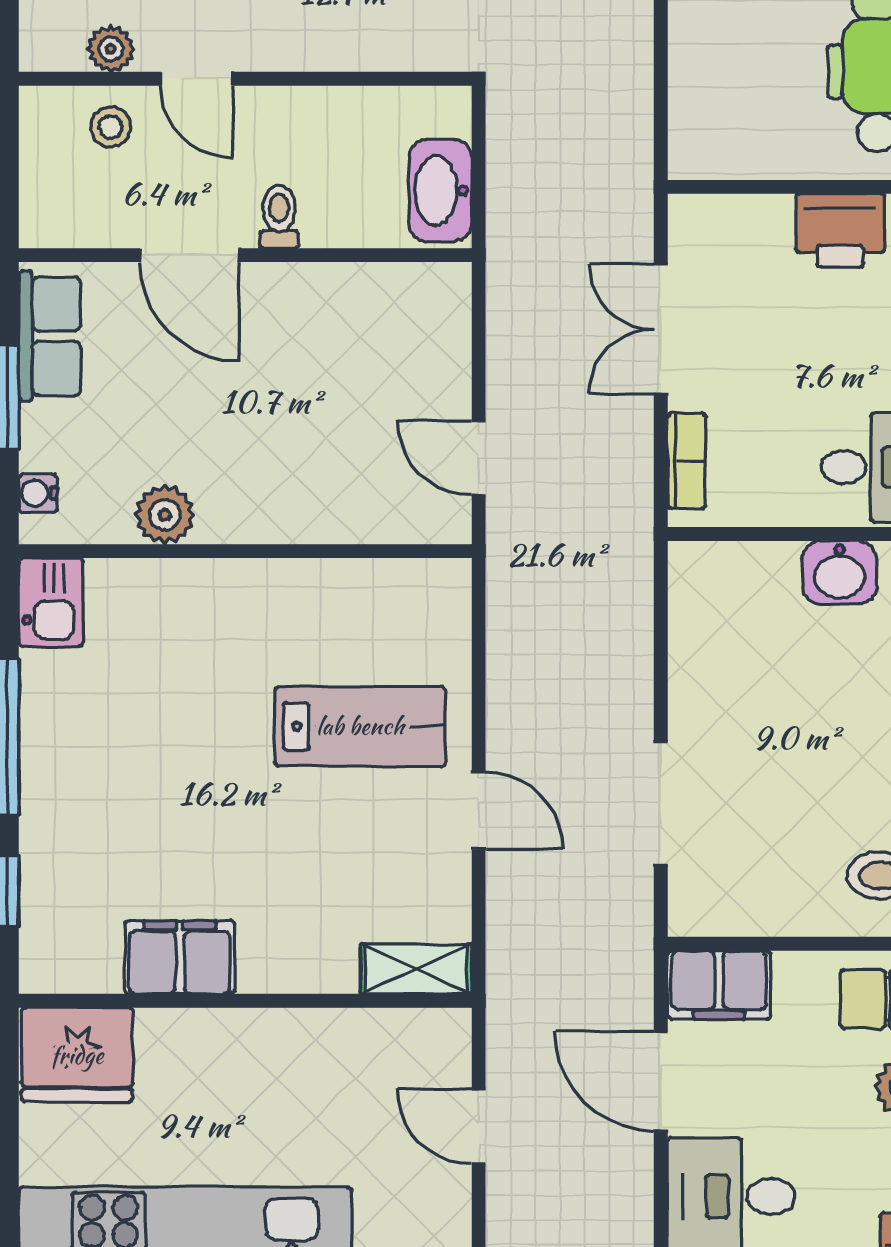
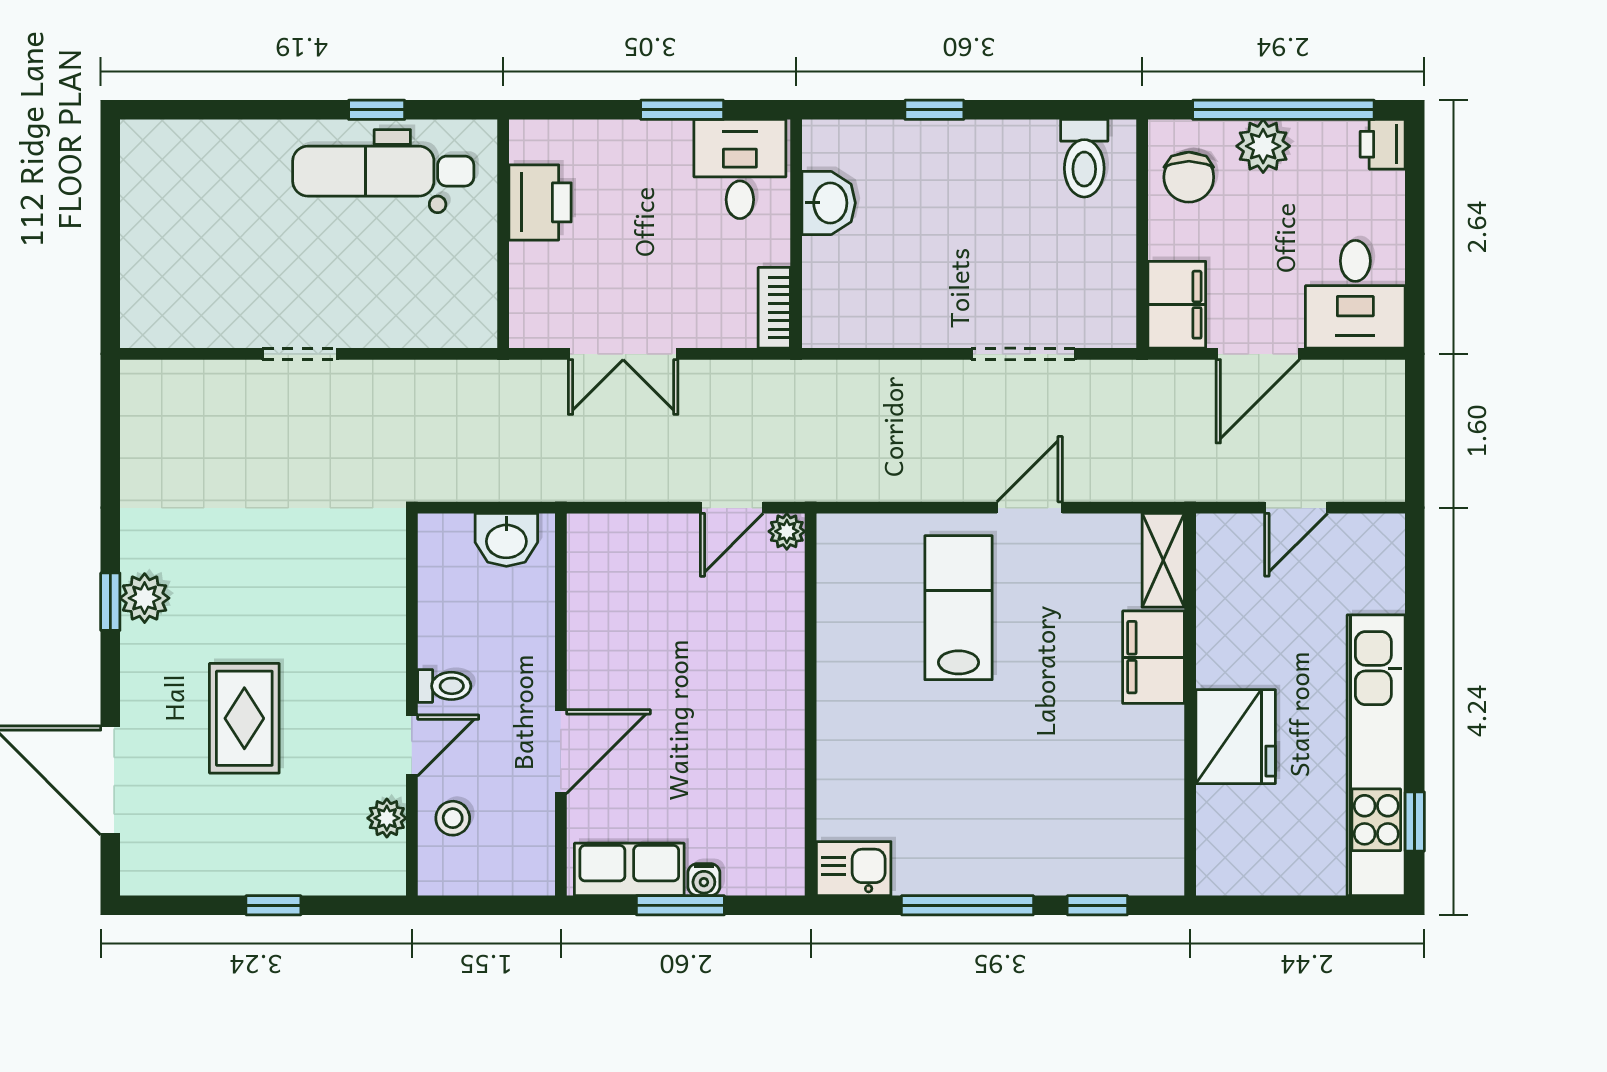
washbasin: (440, 191) -> (506, 540), width x0.72
toilet: (279, 217) -> (444, 686), moved, turned 180
bookcase: (687, 461) -> (774, 308), moved, turned -90
water cooler: (38, 493) -> (704, 880), moved
plant: (165, 515) -> (787, 531), moved, width x0.73, depth x0.73
filing cabinet: (180, 957) -> (1153, 657), moved
fridge: (77, 1055) -> (1236, 737), moved

